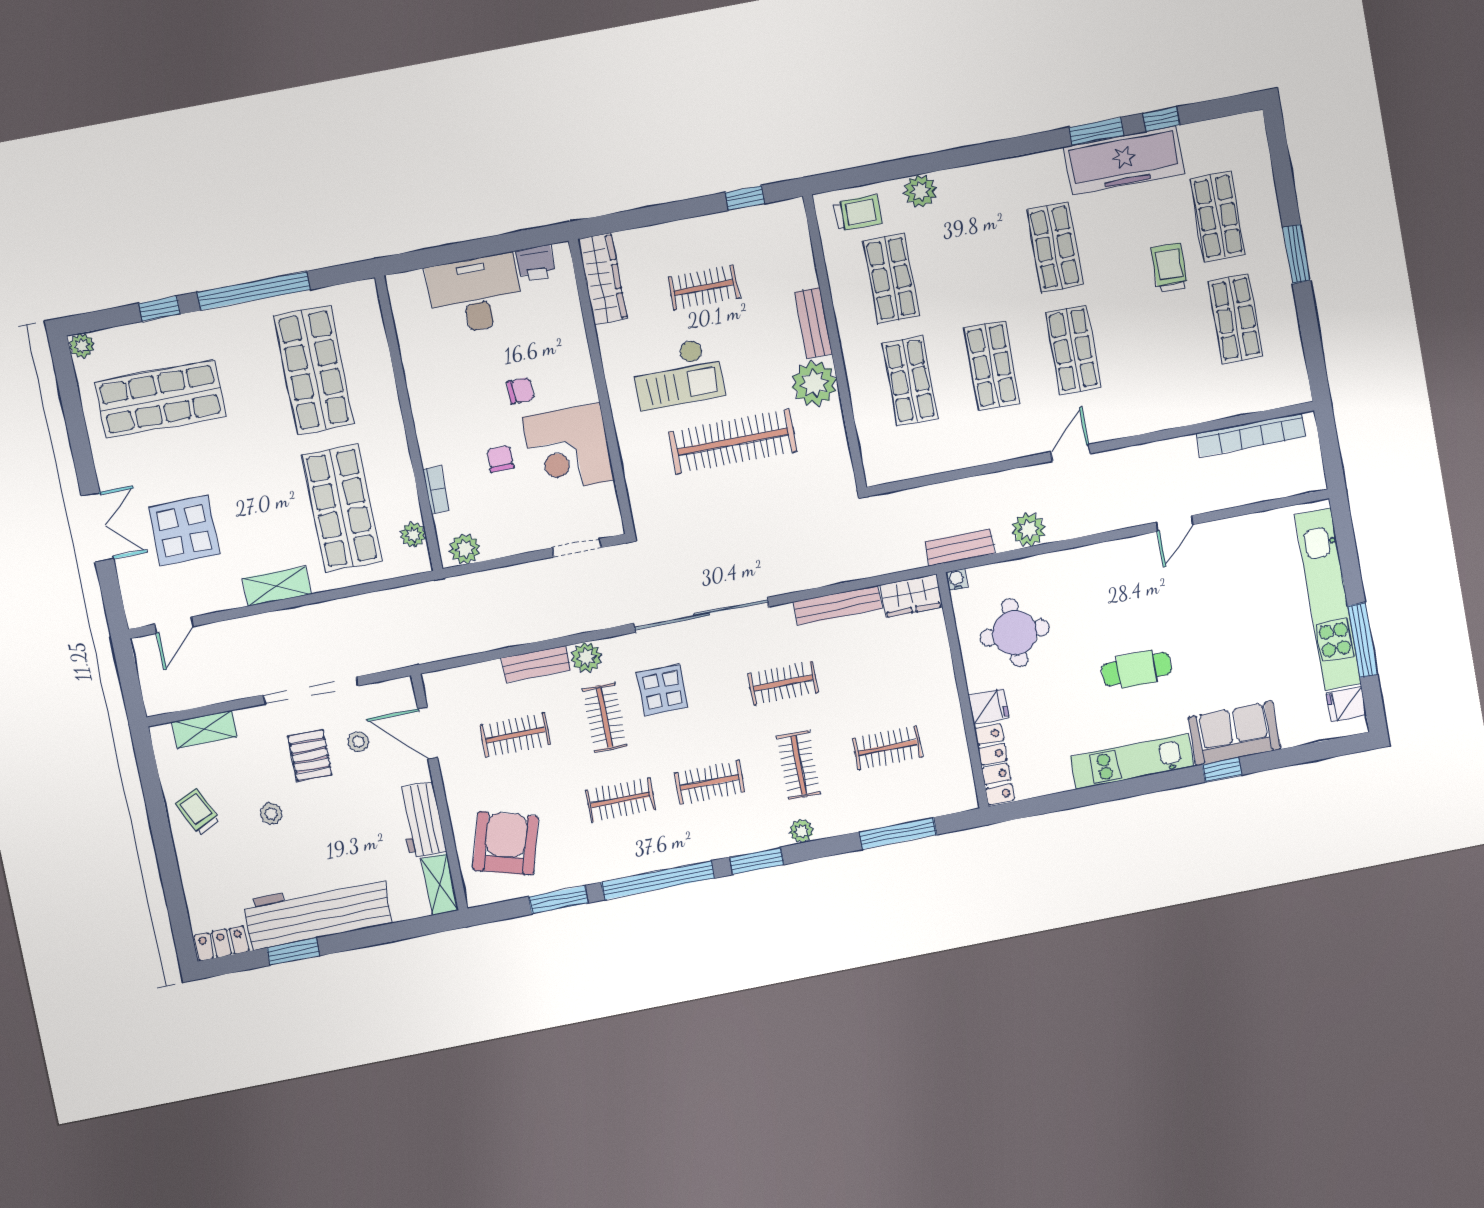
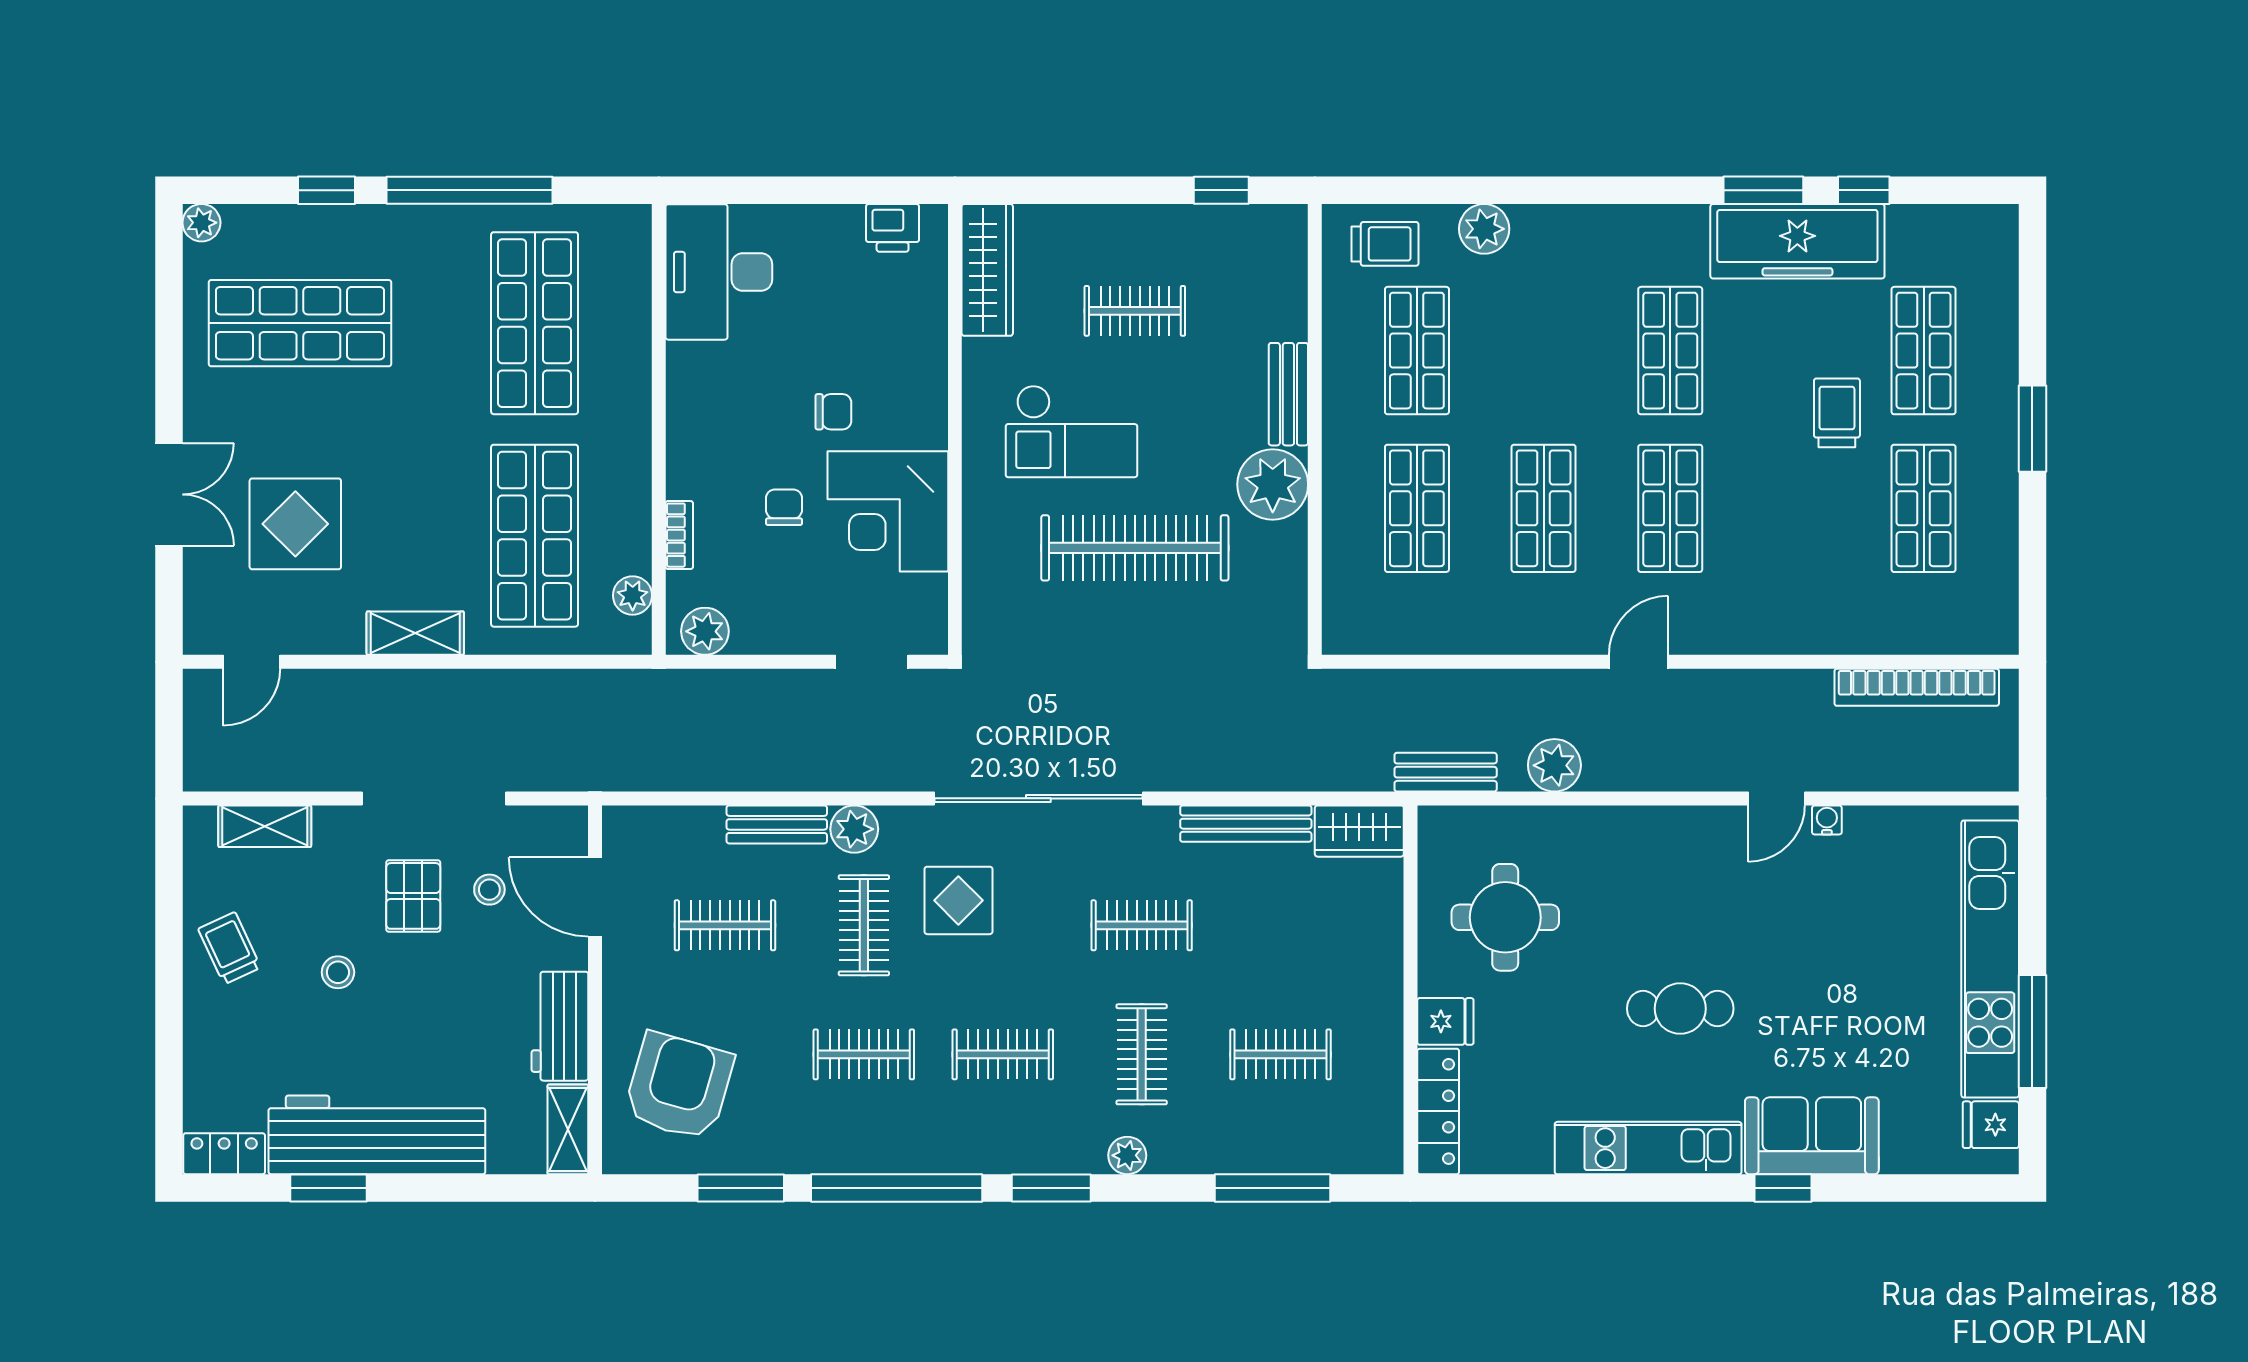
desk: (475, 294) -> (719, 272), moved, turned -90
water cooler: (957, 580) -> (1827, 820), moved

